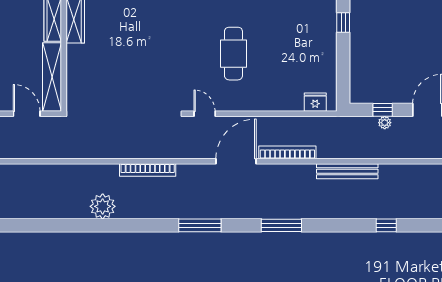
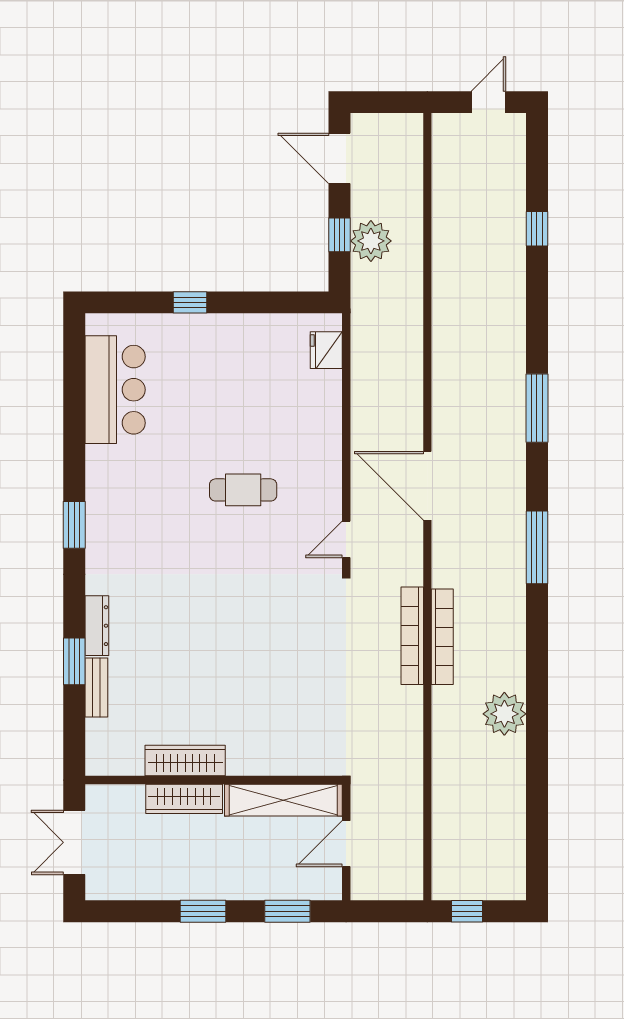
cafe table: (233, 54) -> (243, 490), width x0.73, depth x0.74
plant: (385, 123) -> (371, 241), width x1.88, depth x1.88
bookcase: (287, 152) -> (412, 636), moved
bench: (347, 171) -> (444, 295), removed

